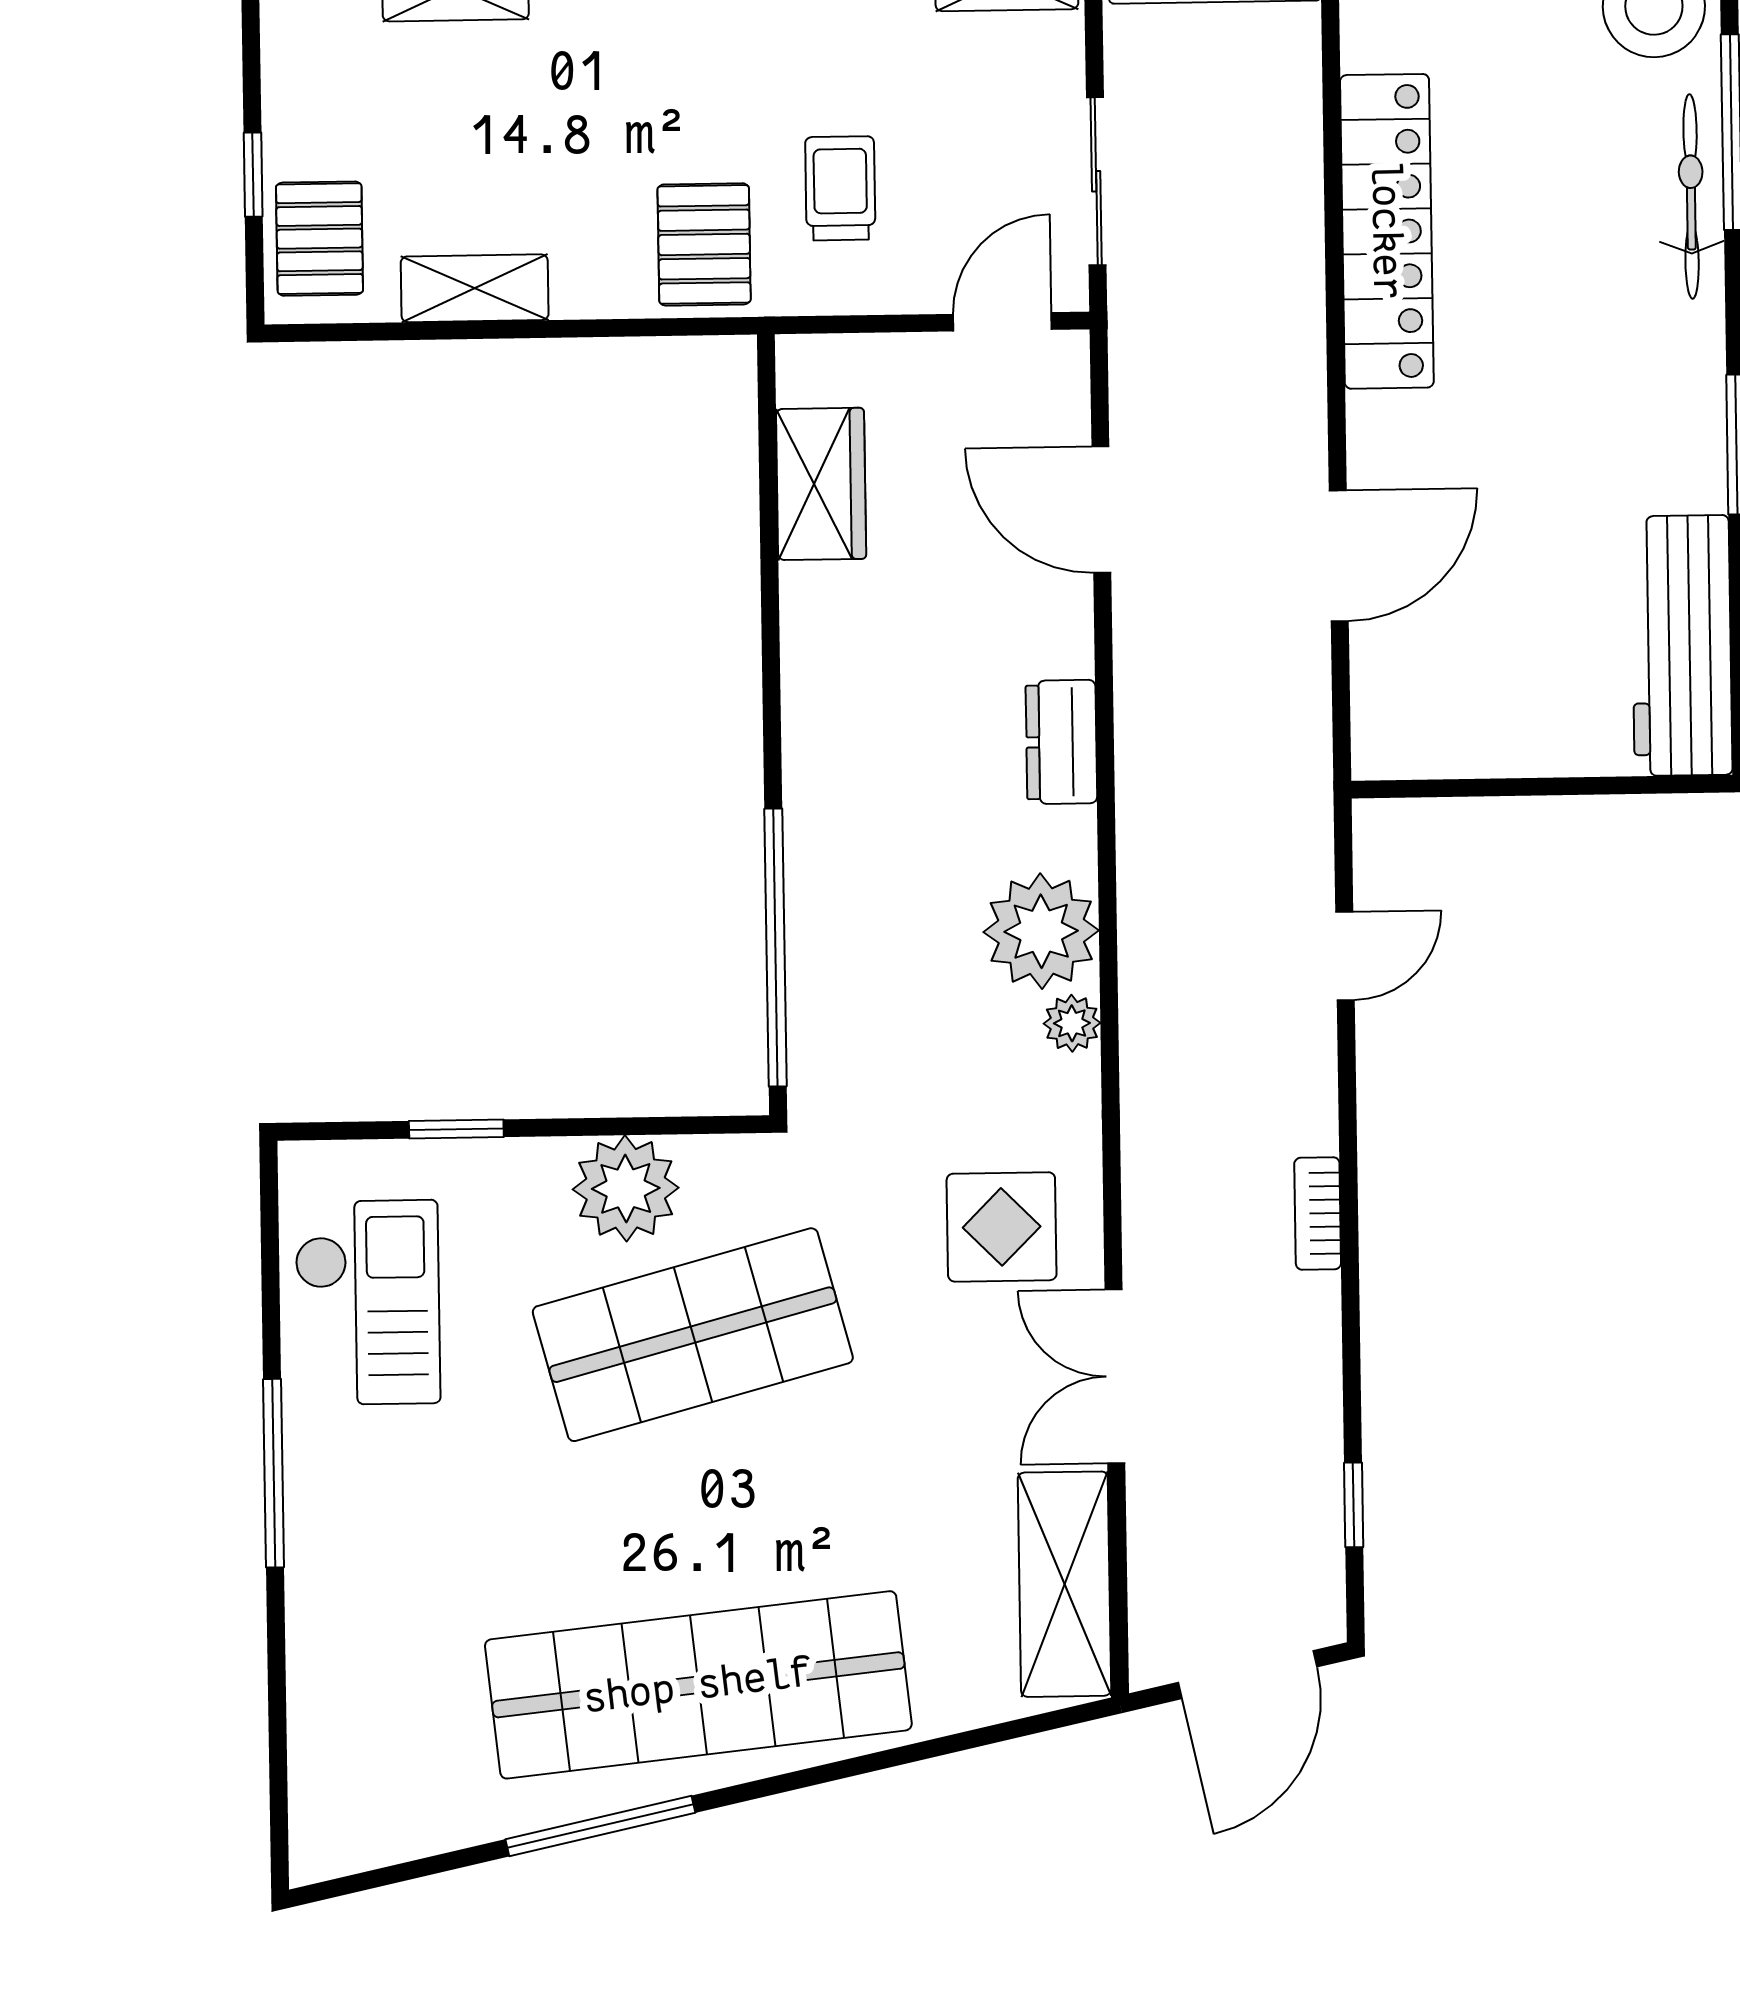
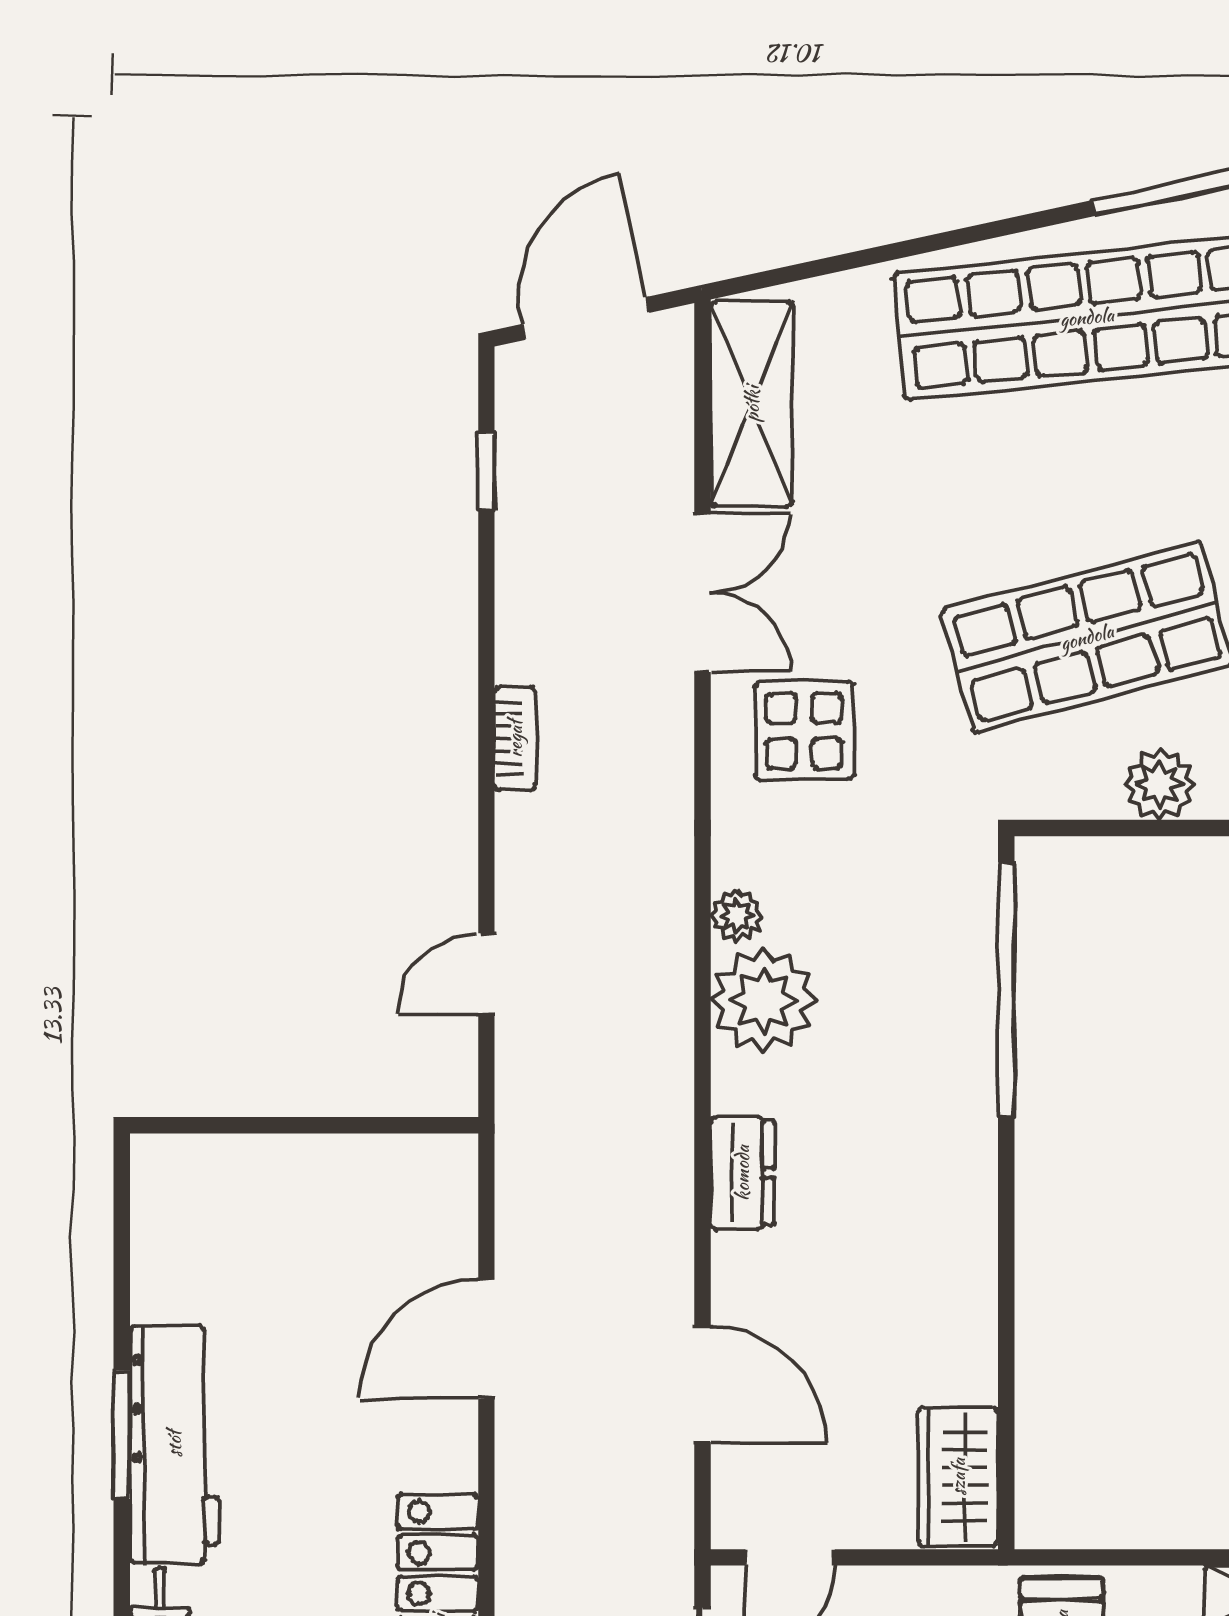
wardrobe: (821, 484) -> (958, 1477), moved
workbench: (1682, 646) -> (174, 1444), moved
plant: (626, 1188) -> (1160, 784), width x0.73, depth x0.73

